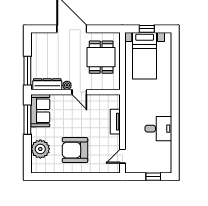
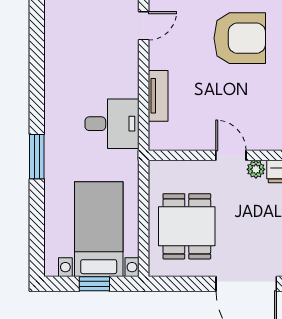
window: (175, 92) -> (37, 157), added
desk: (158, 129) -> (112, 124), moved, turned 180

